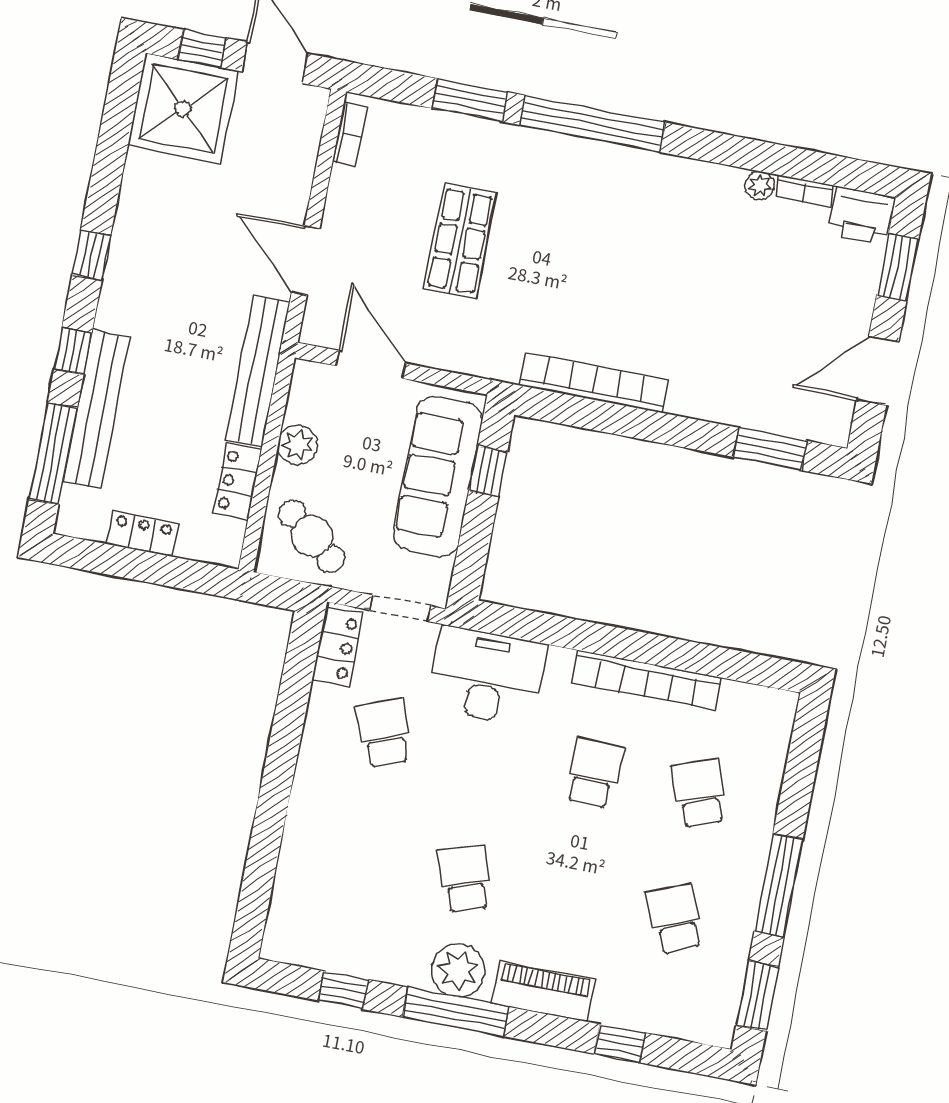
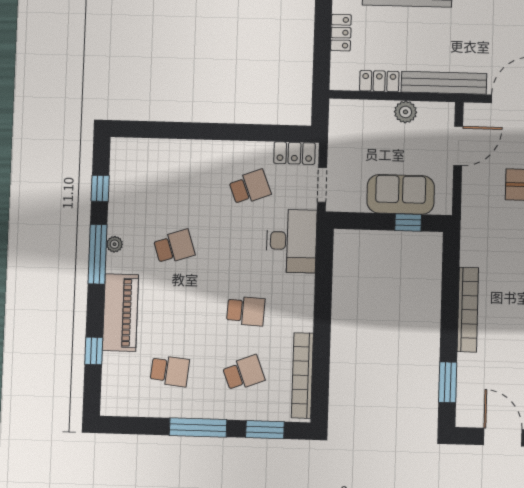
bookcase: (594, 383) -> (468, 310), moved
sofa: (438, 477) -> (401, 194), width x0.73
cafe table: (312, 536) -> (355, 128), removed
bookcase: (647, 680) -> (302, 375), moved
school desk: (675, 919) -> (170, 371), turned 30
plant: (458, 970) -> (115, 244), width x0.53, depth x0.53
piano: (543, 991) -> (120, 313), width x1.37, depth x1.33
window: (757, 996) -> (265, 430), moved

